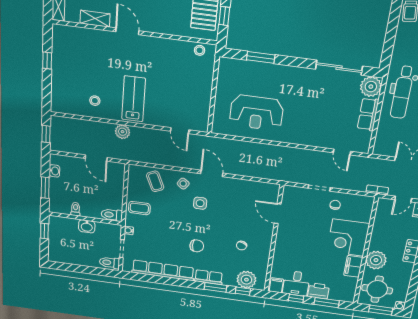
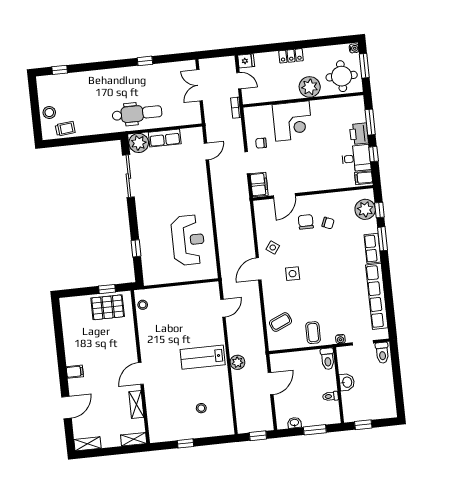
window: (261, 57) -> (136, 248), width x0.67
stool: (95, 101) -> (201, 408), moved
side table: (183, 184) -> (273, 247), moved
chair: (197, 246) -> (306, 222), moved
filing cabinet: (353, 266) -> (259, 184), moved, turned -90

